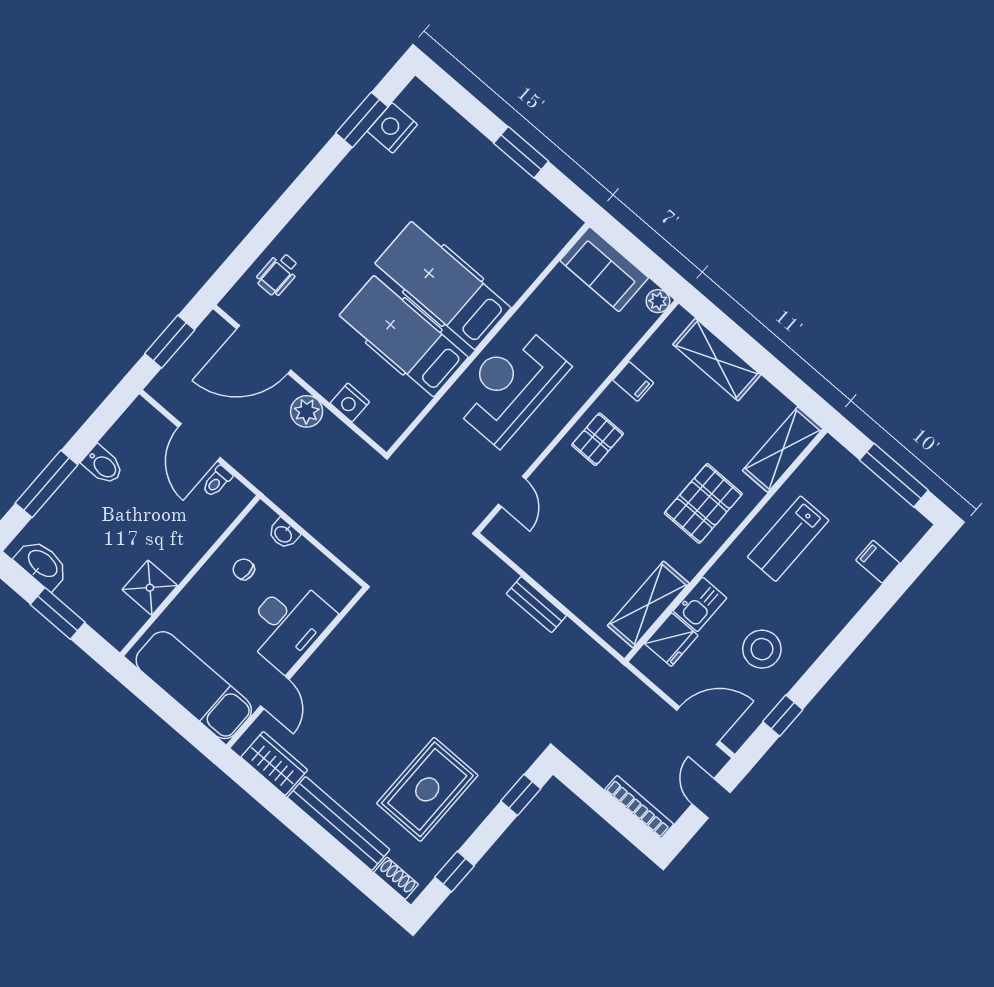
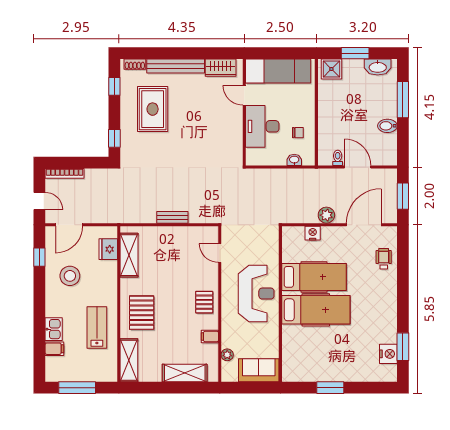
plant: (658, 301) -> (227, 355), moved
shower: (150, 588) -> (331, 69), moved
kitchen sink: (700, 604) -> (54, 329), moved, turned 180

